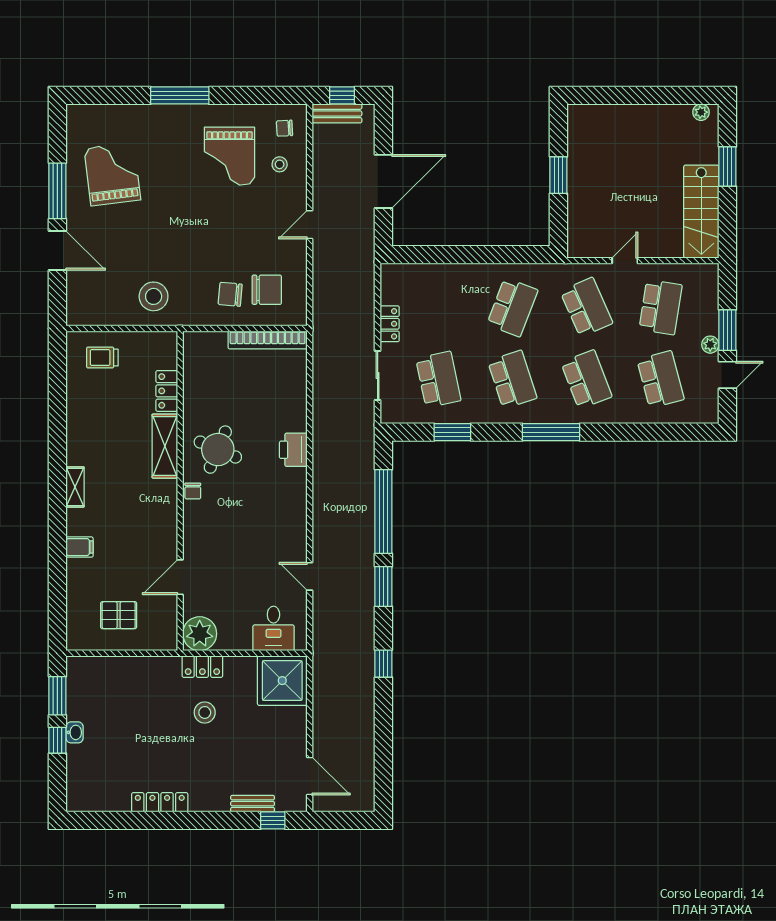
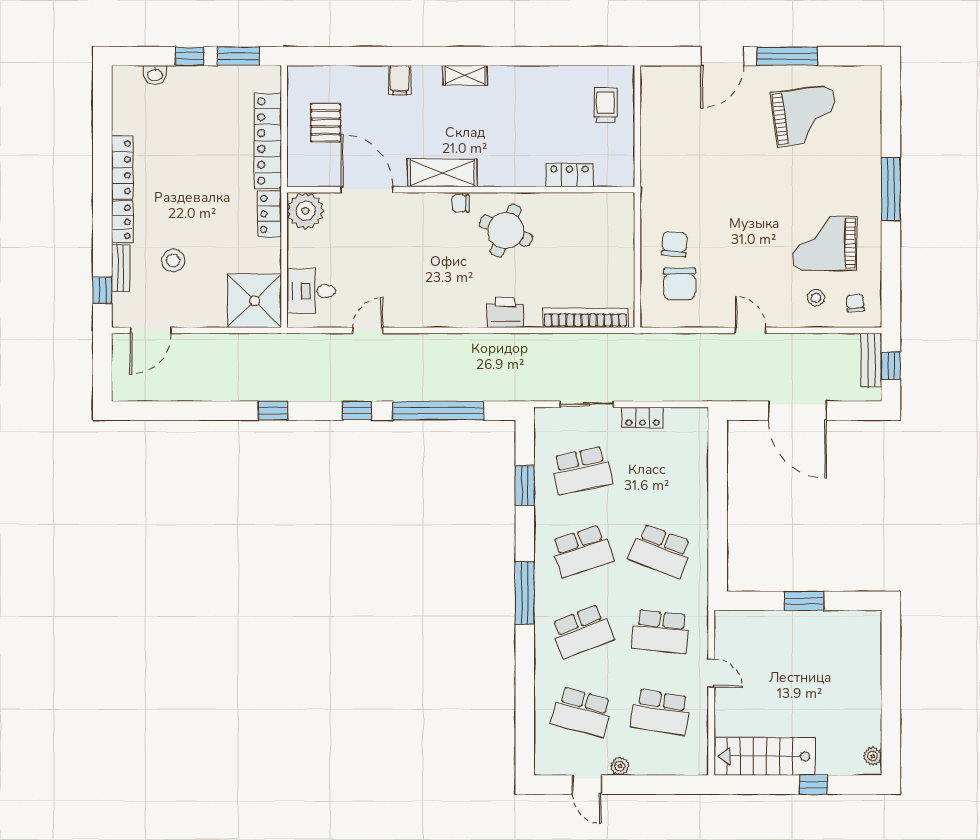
window: (727, 166) -> (814, 785), width x0.67
stool: (154, 296) -> (672, 161), removed
school desk: (586, 307) -> (661, 631), turned 30
window: (727, 330) -> (636, 785), removed
bookcase: (268, 340) -> (585, 318), moved, turned 90
school desk: (661, 379) -> (582, 712), turned 30
shelving: (165, 446) -> (442, 173), moved
door: (180, 577) -> (367, 190), width x1.36
window: (383, 586) -> (357, 411), width x0.67
locker: (135, 668) -> (268, 141), added
stool: (205, 712) -> (173, 261), moved
washbasin: (75, 732) -> (155, 75), moved
locker: (210, 802) -> (122, 222), added

